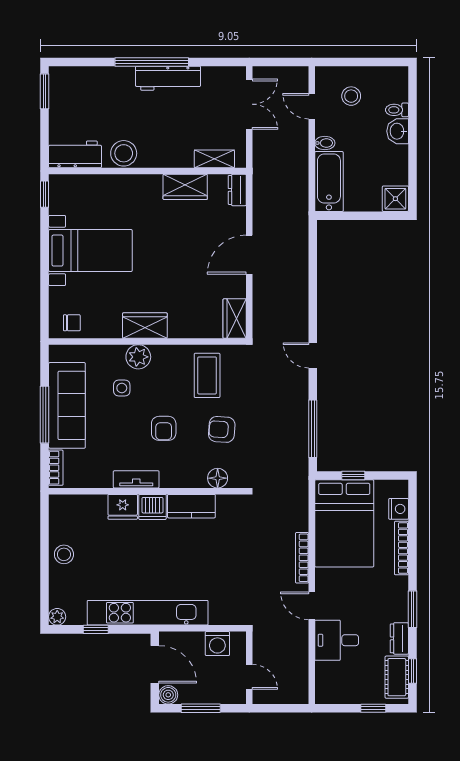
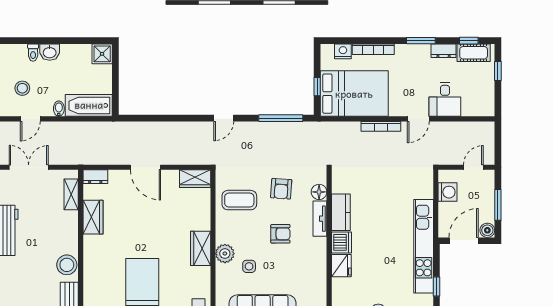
tv unit: (136, 479) -> (320, 219), moved

